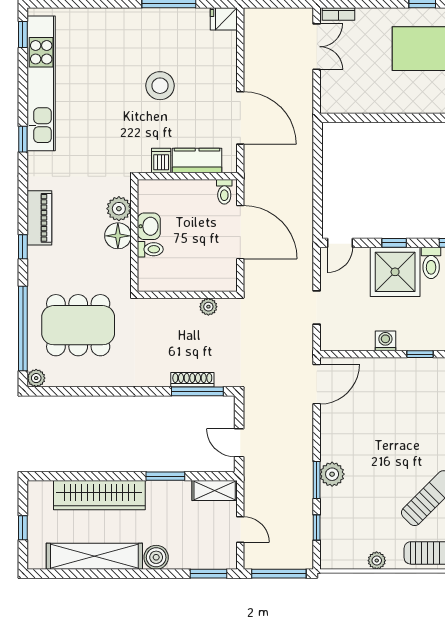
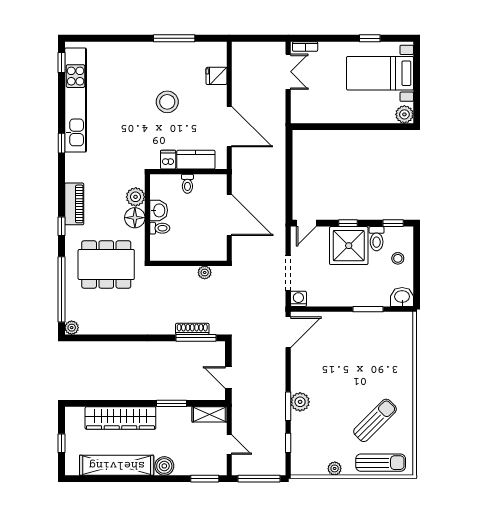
fridge: (224, 19) -> (216, 76), moved
toilet: (224, 192) -> (187, 184), moved
doorway: (317, 307) -> (288, 273), width x1.38
dining table: (78, 325) -> (106, 264), moved
washing machine: (385, 341) -> (298, 299), moved
window: (420, 354) -> (368, 309), width x1.50

